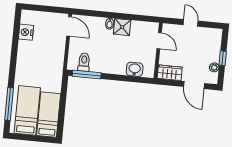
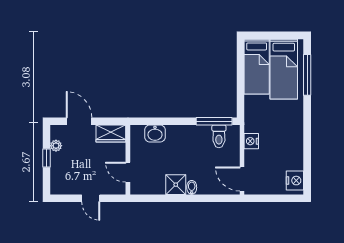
nightstand: (26, 32) -> (295, 181), moved
nightstand: (59, 56) -> (251, 141), added

